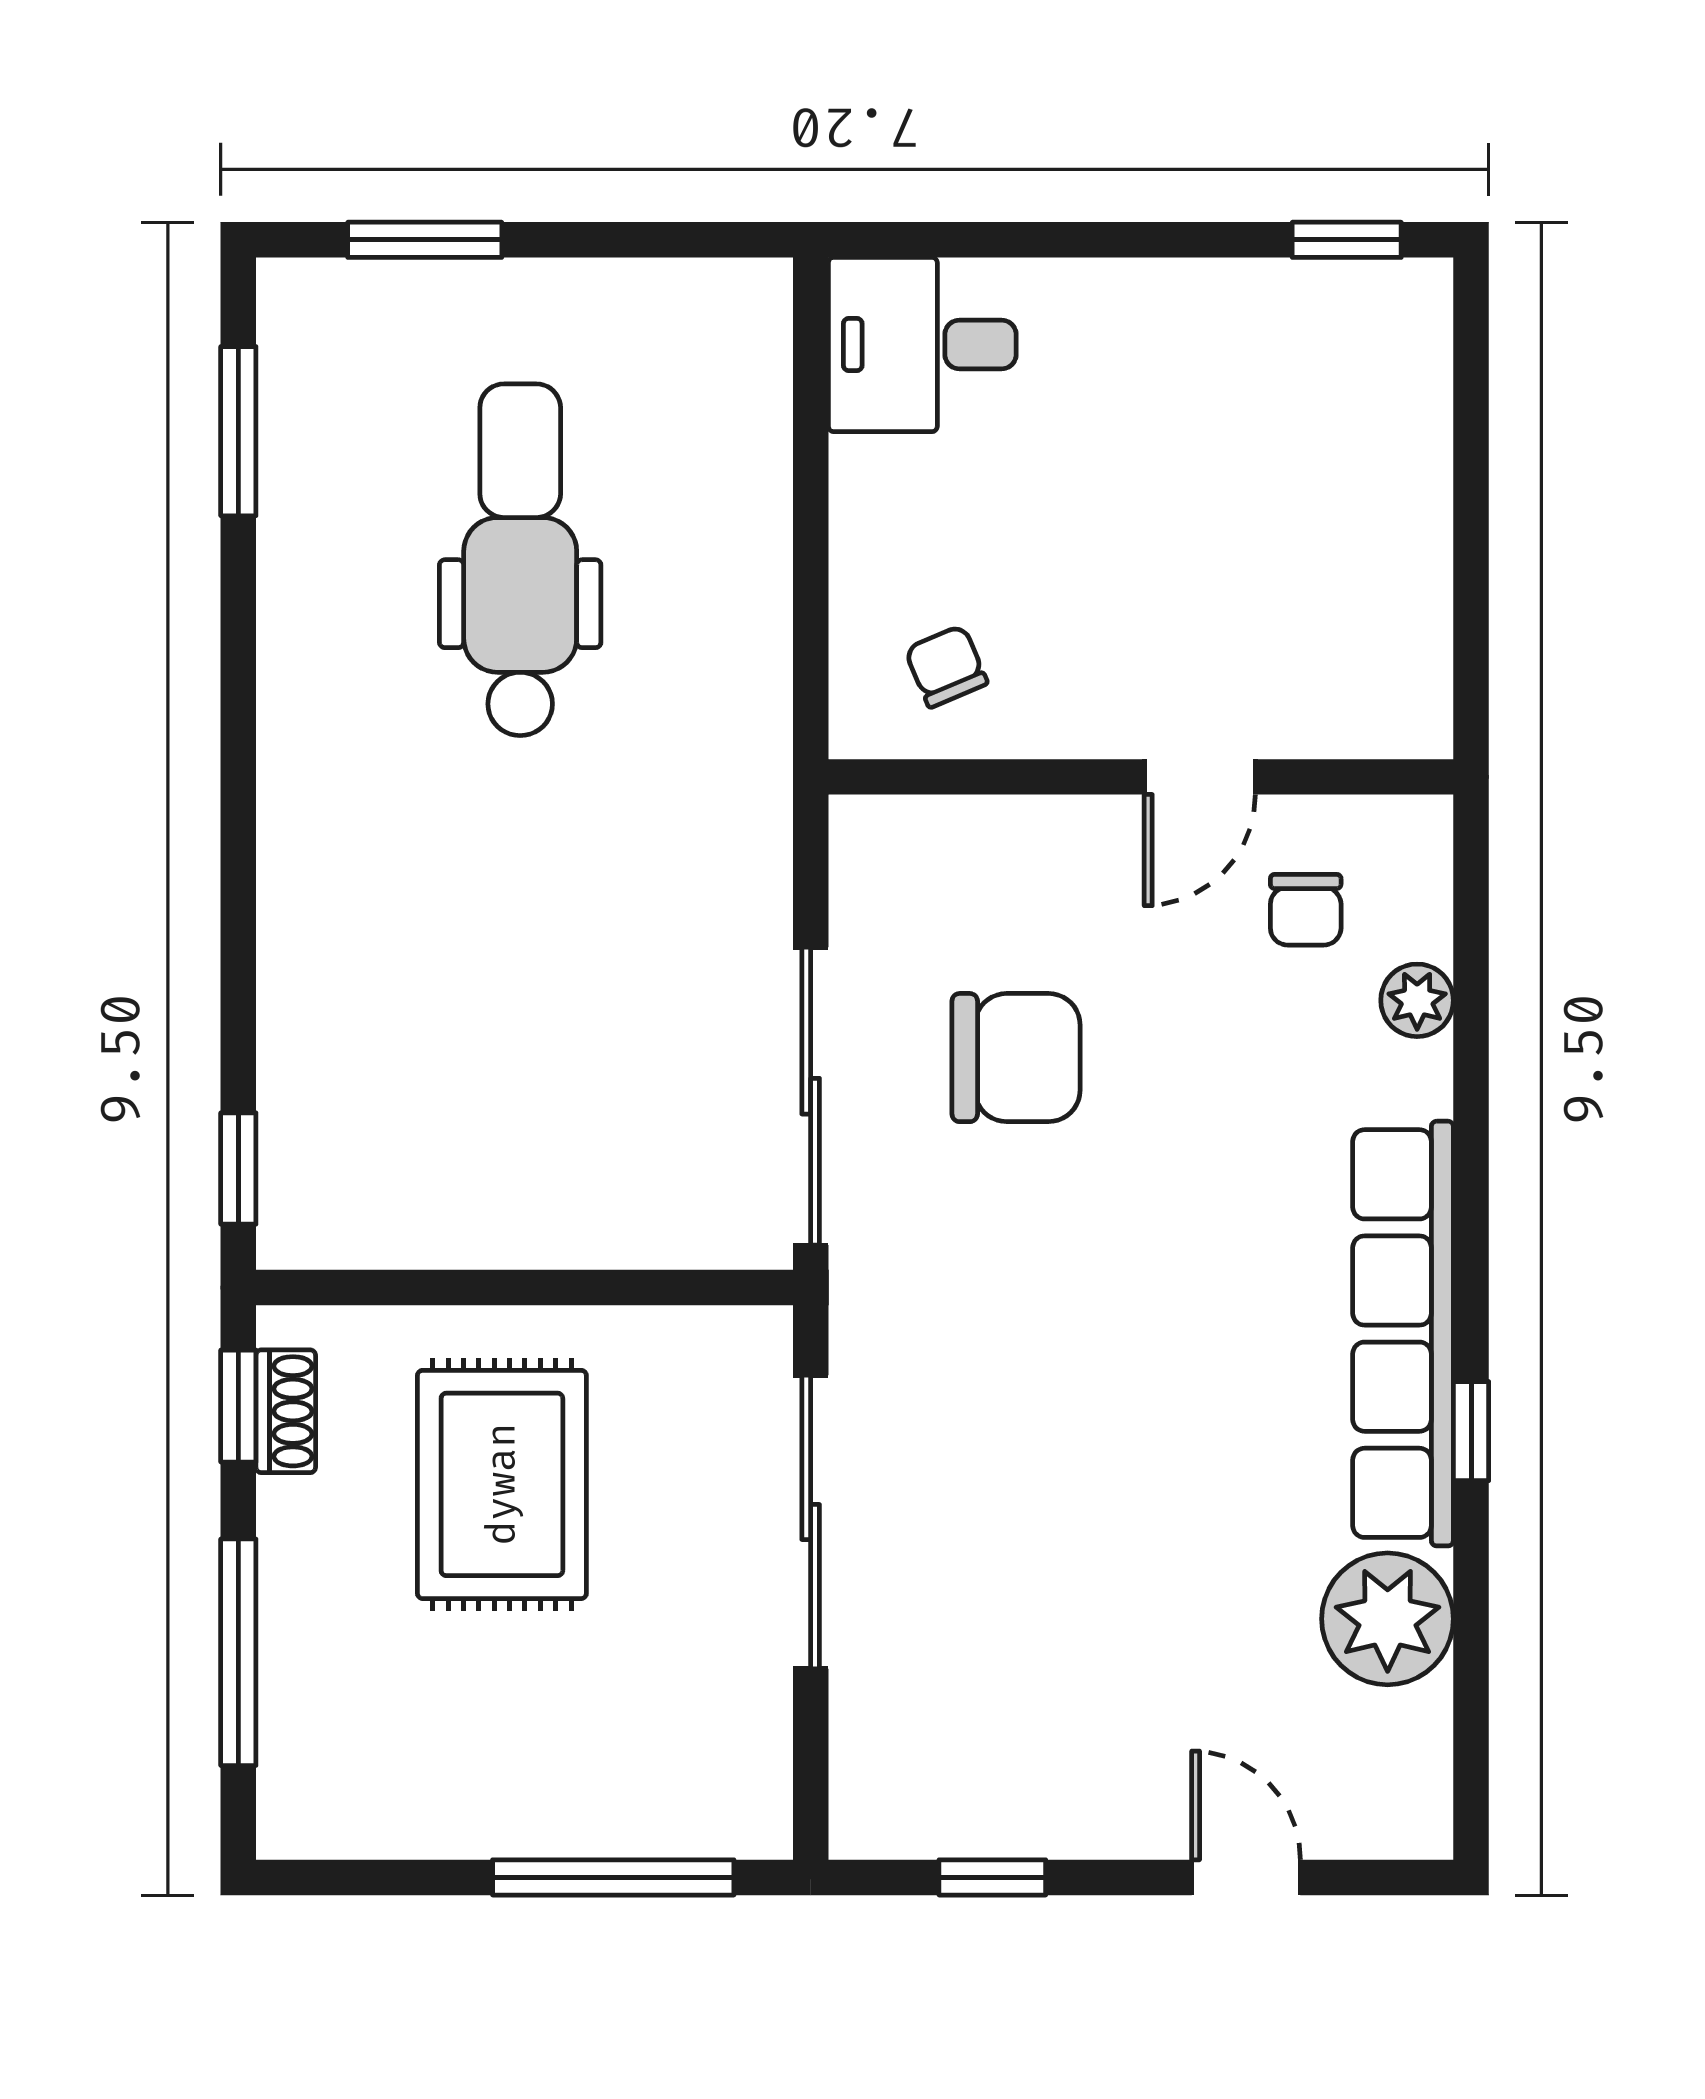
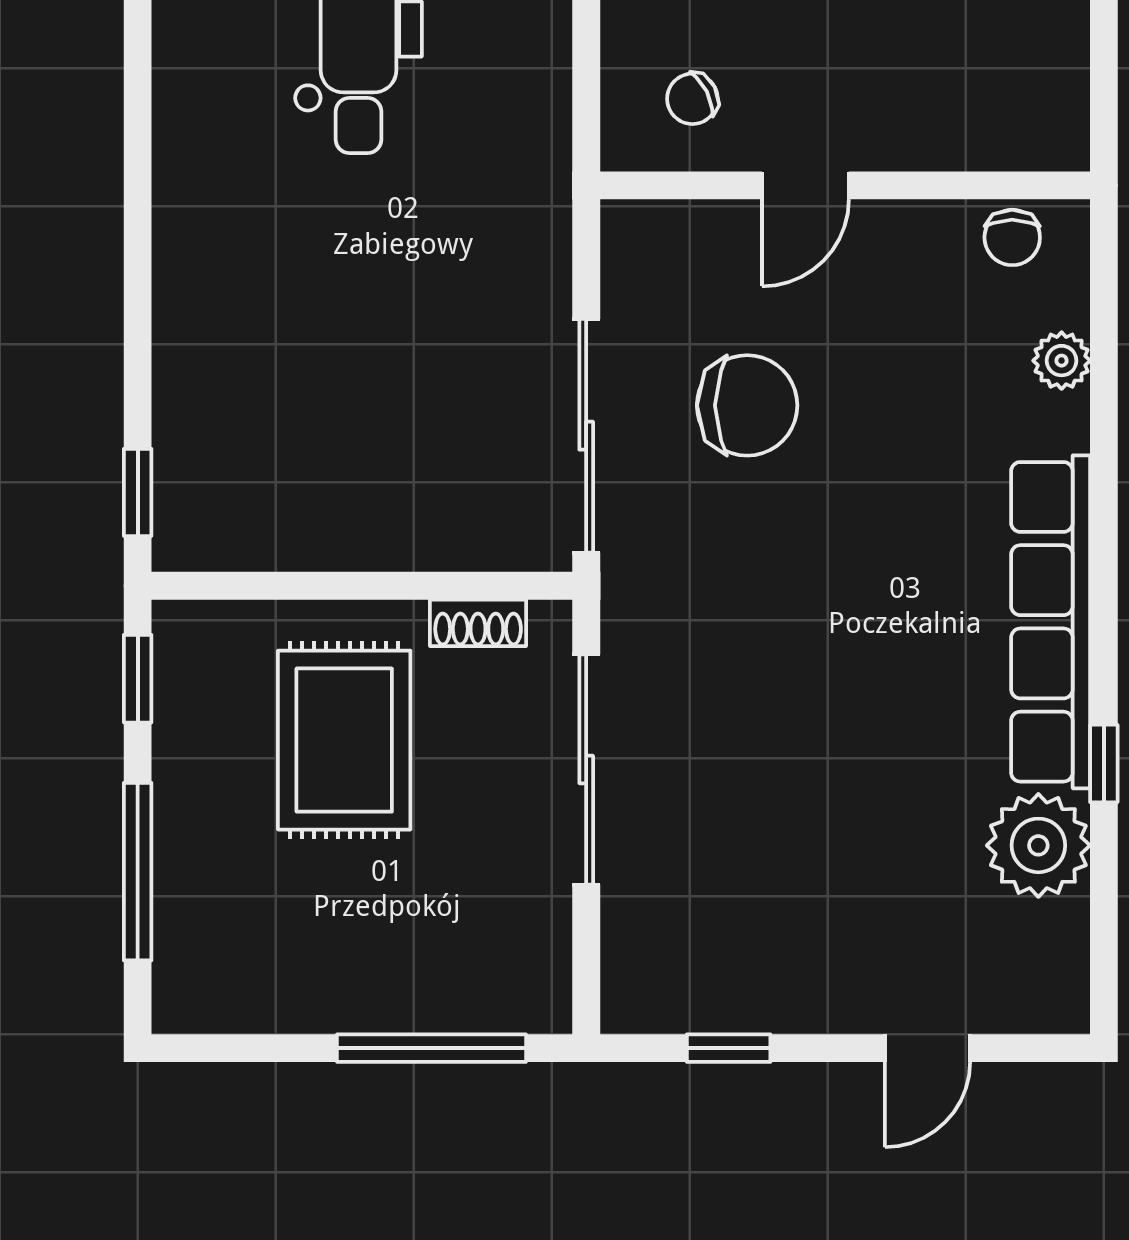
chair: (946, 666) -> (692, 99), turned -94
door: (1200, 777) -> (805, 185), moved
chair: (1306, 910) -> (1012, 237), moved
shoe rack: (286, 1411) -> (478, 623), moved, turned 90
window: (1471, 1431) -> (1104, 764), moved
door: (1246, 1877) -> (927, 1048), swing flipped

